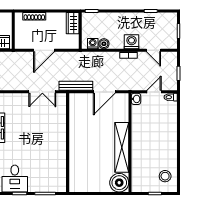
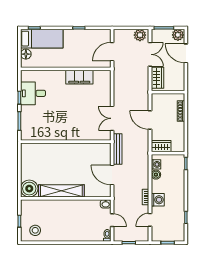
wardrobe: (73, 23) -> (161, 146), moved

